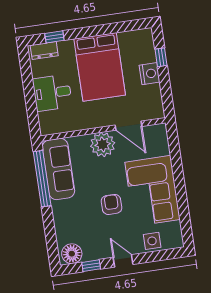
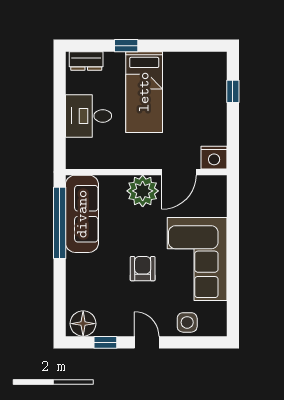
window: (54, 37) -> (126, 46), moved
bed: (100, 67) -> (144, 92), width x0.67
nightstand: (150, 74) -> (214, 158), moved, turned 90
door: (128, 126) -> (179, 172), hinge flipped

